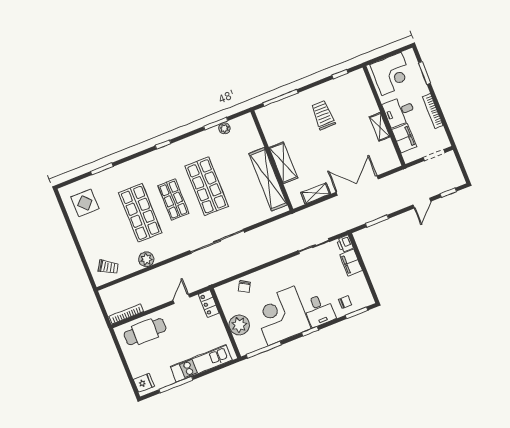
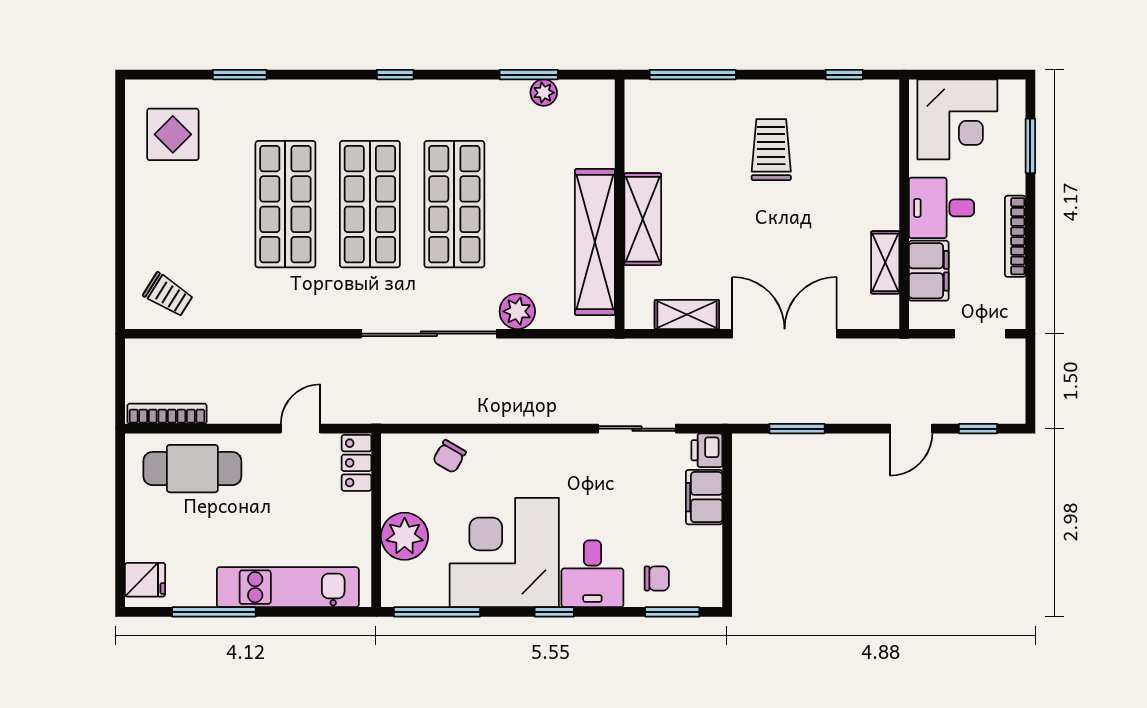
shelving: (380, 127) -> (885, 262), moved
shop shelf: (173, 200) -> (370, 204), width x1.43, depth x1.36
plant: (146, 259) -> (517, 311), moved

